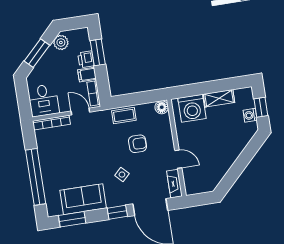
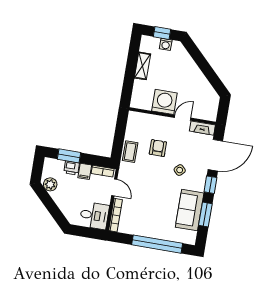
window: (37, 53) -> (52, 208), removed
floor lamp: (162, 107) -> (134, 117), removed
washing machine: (192, 108) -> (164, 102), moved, turned -90
door: (80, 112) -> (114, 187), swing flipped
window: (72, 219) -> (205, 214), moved

